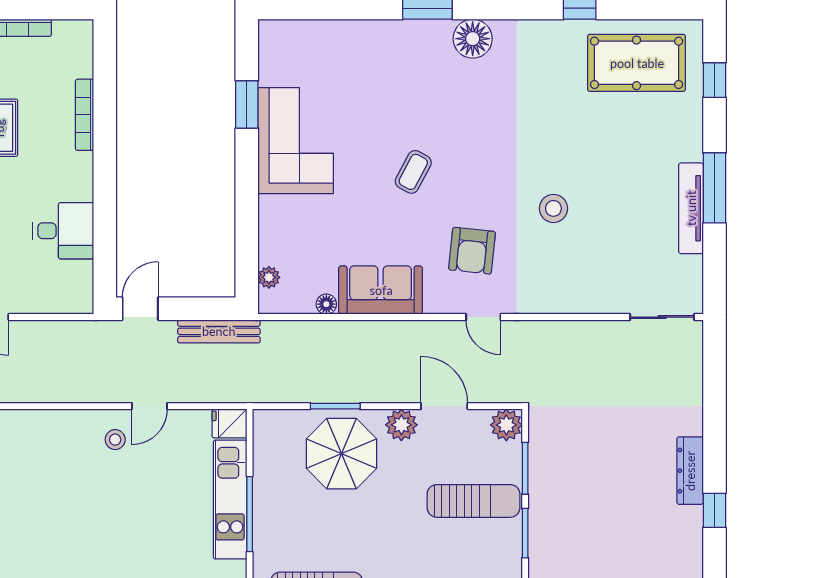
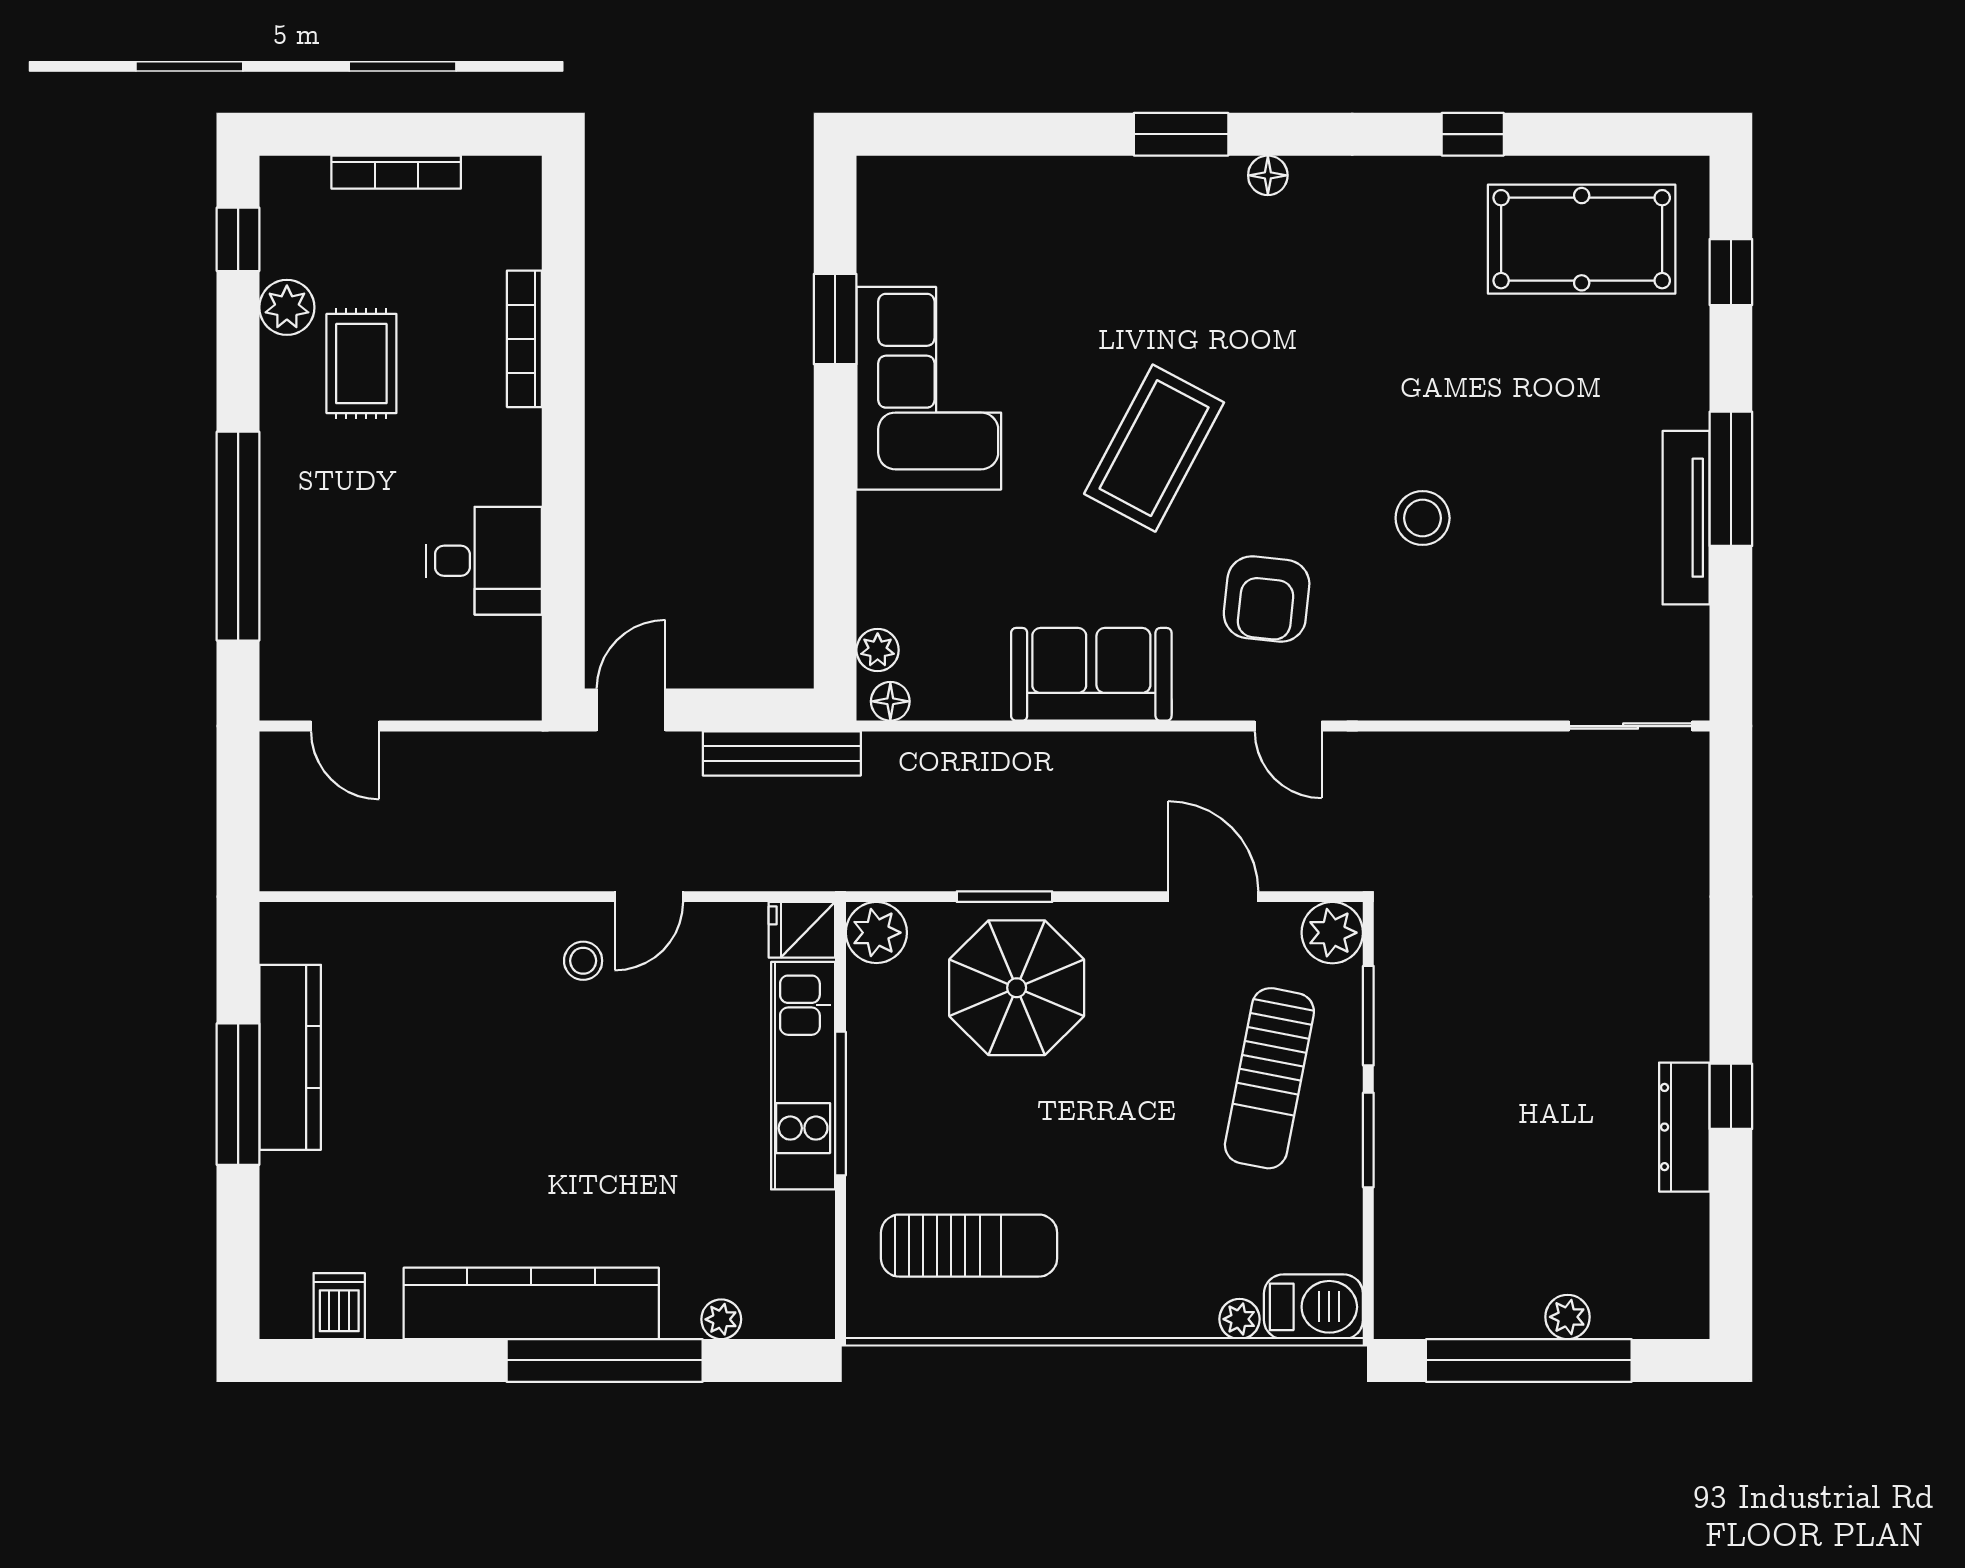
floor lamp: (473, 39) -> (1268, 175), width x0.53, depth x0.53
coffee table: (413, 172) -> (1154, 448), width x1.86, depth x1.72
floor lamp: (326, 304) -> (890, 701), moved
plant: (401, 425) -> (876, 933), moved
dresser: (690, 471) -> (1684, 1127), moved
sun lounger: (474, 501) -> (1269, 1078), turned 101

